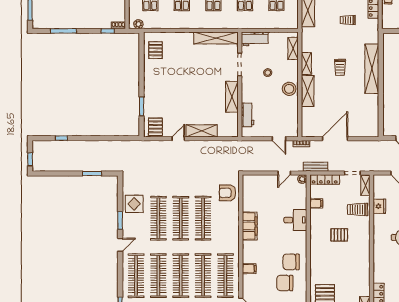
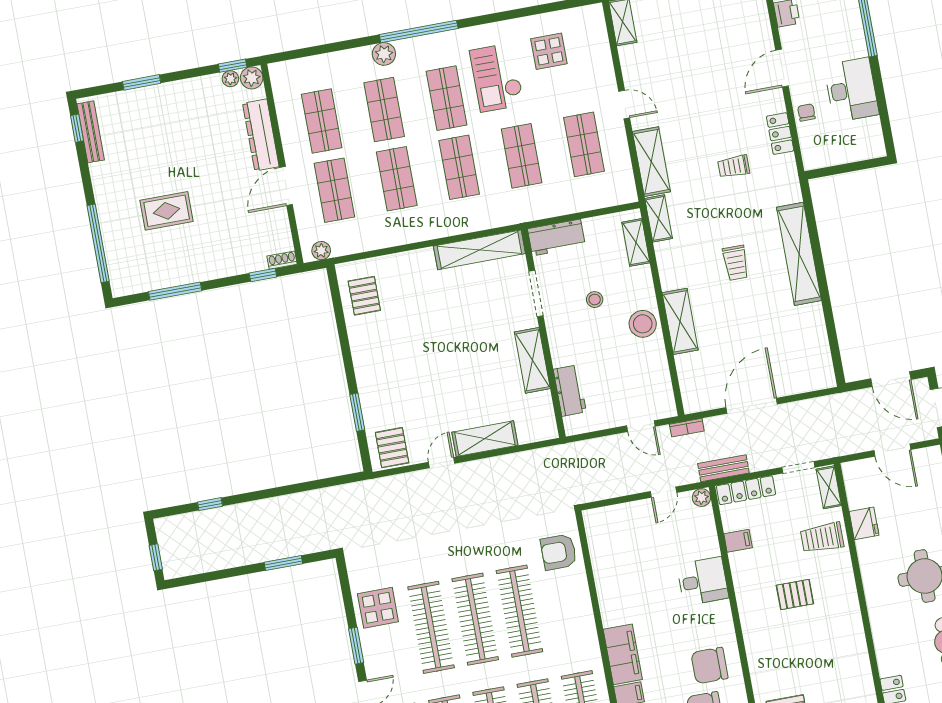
shelving: (306, 63) -> (659, 218), moved
filing cabinet: (250, 226) -> (623, 654), moved

